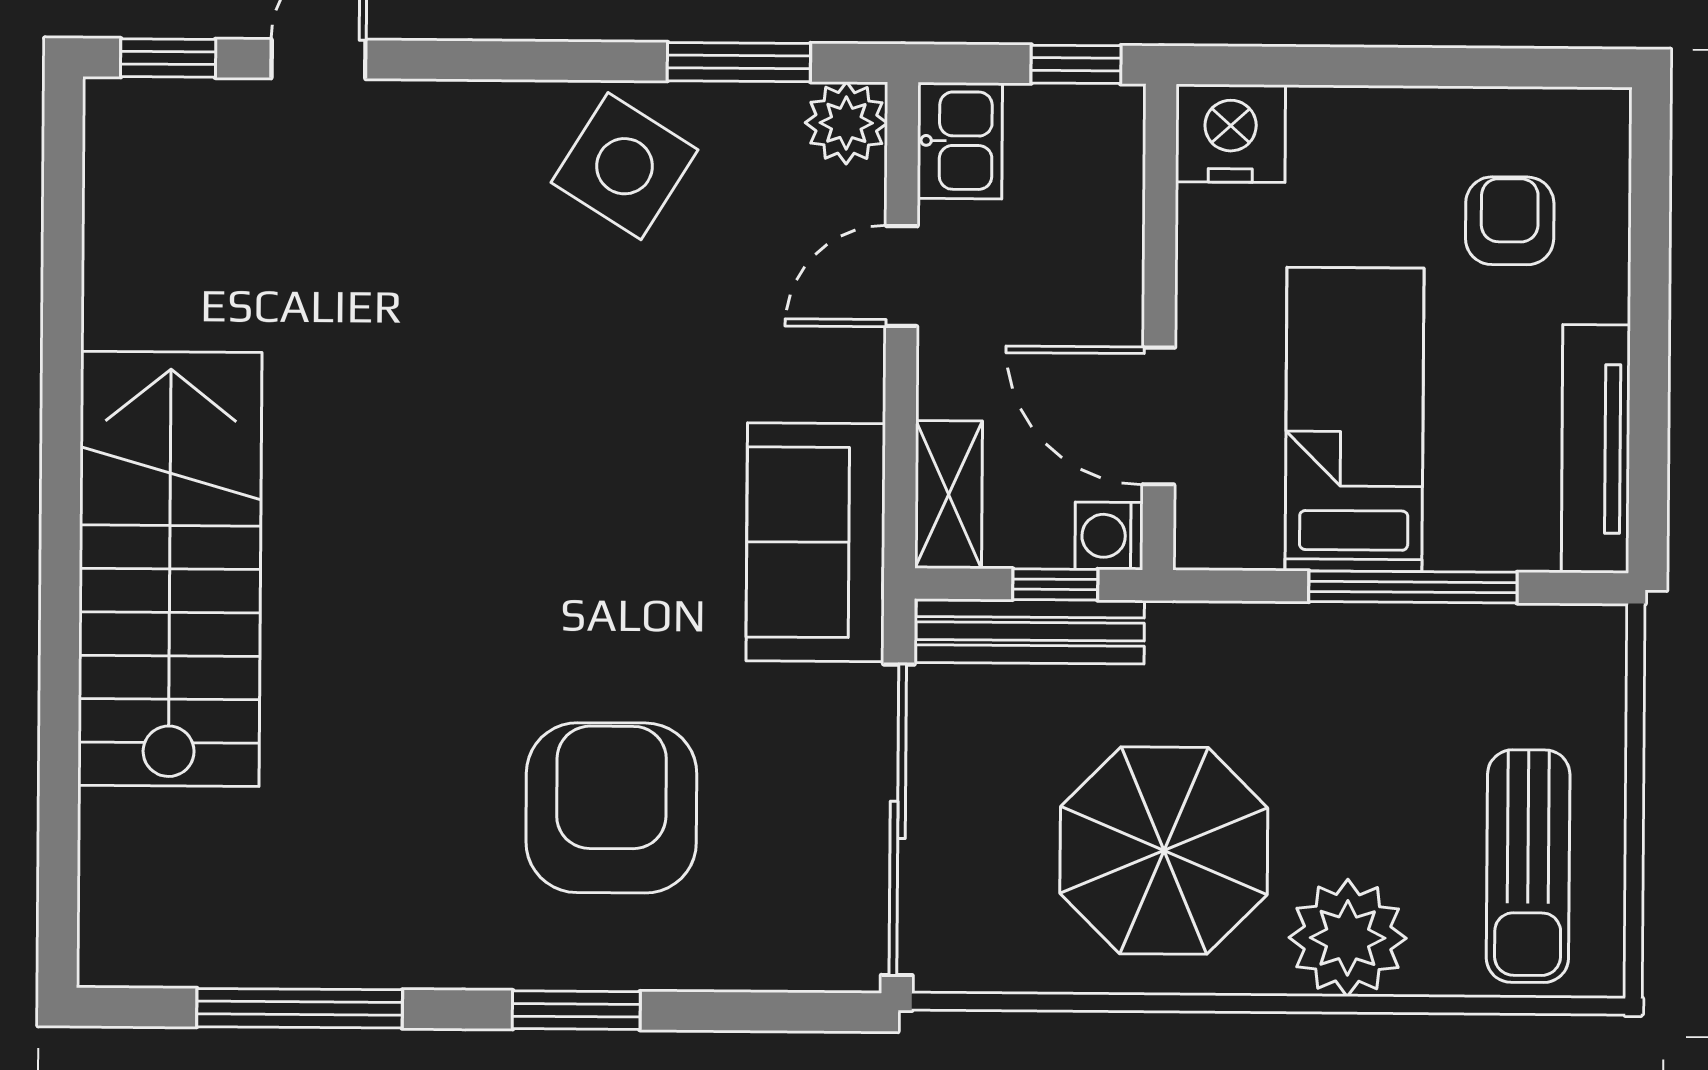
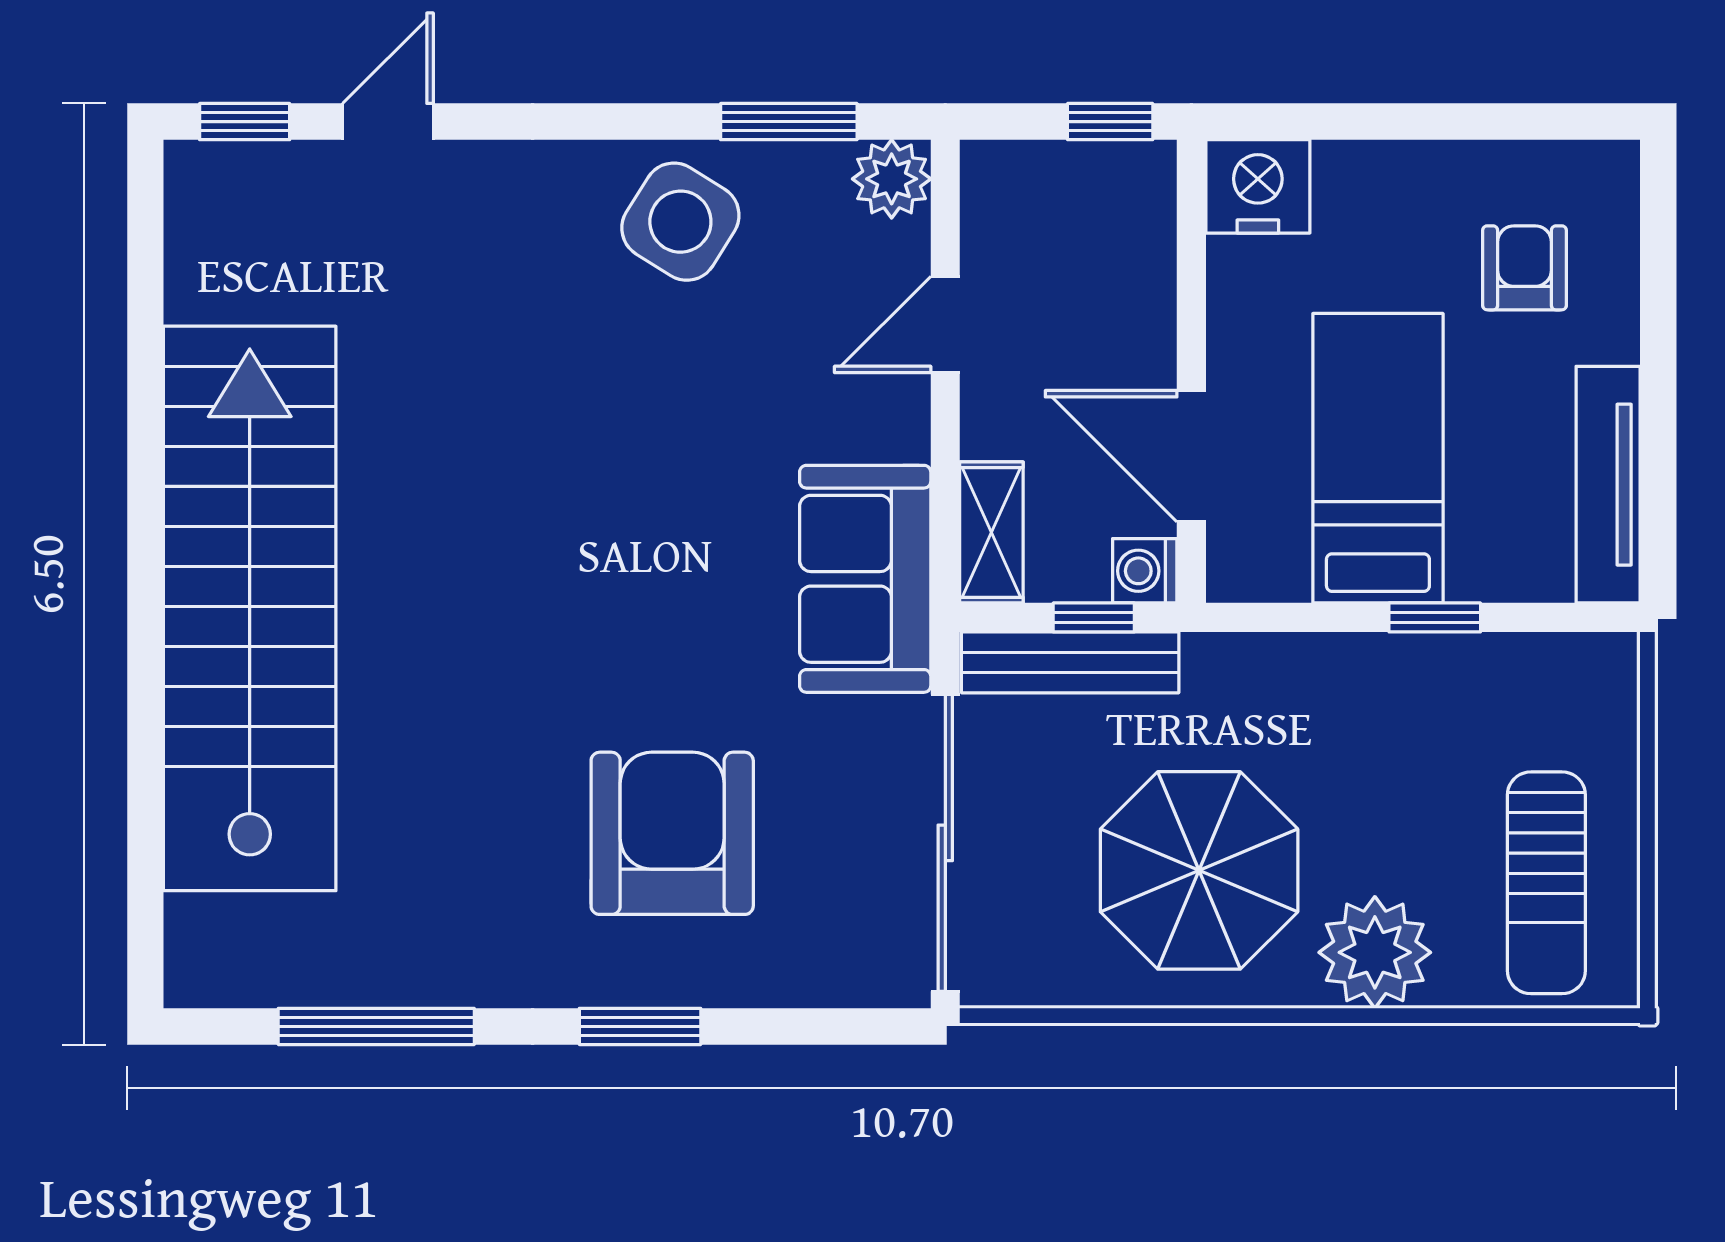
kitchen sink: (960, 141) -> (1000, 195), removed
stairs: (170, 569) -> (250, 608), width x1.36
window: (1413, 587) -> (1435, 617), width x0.46

